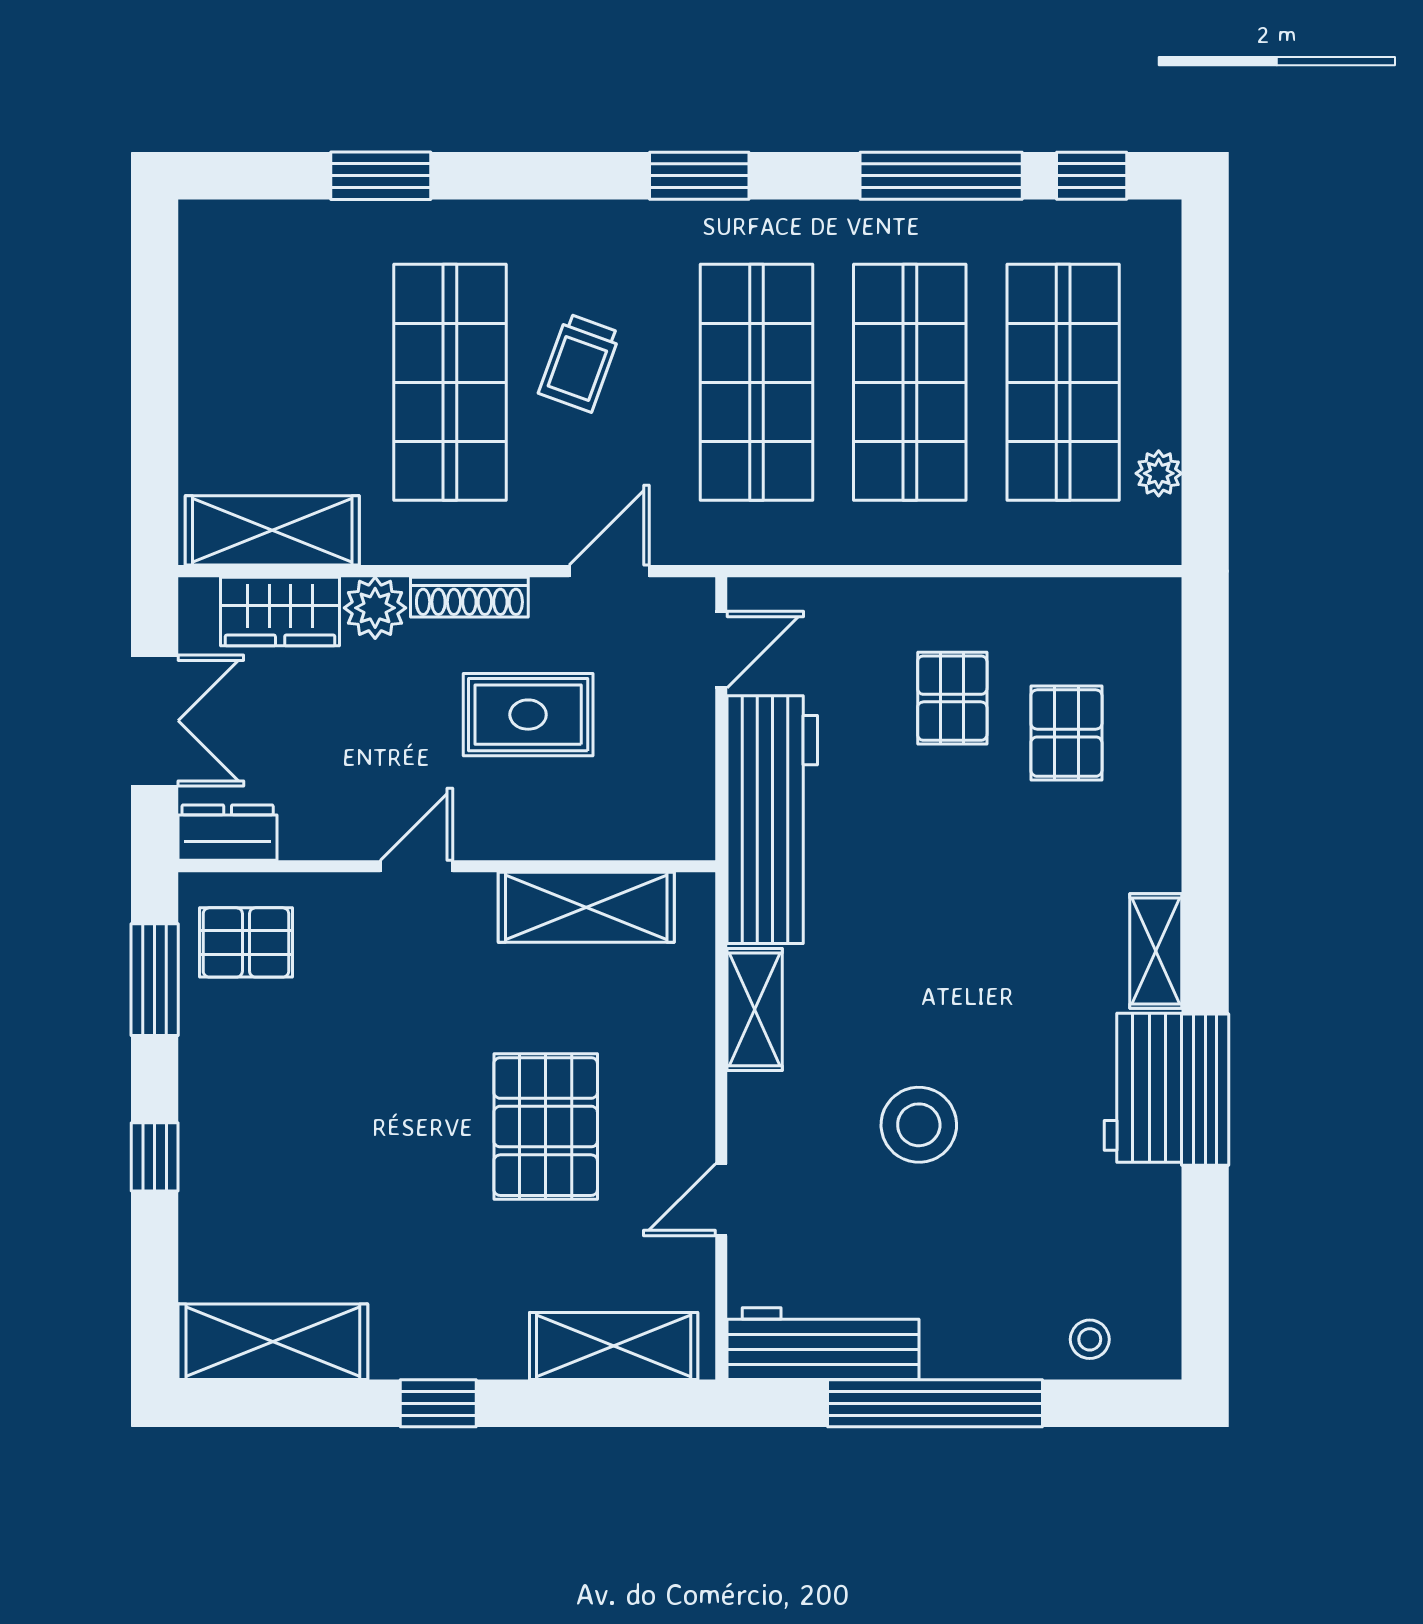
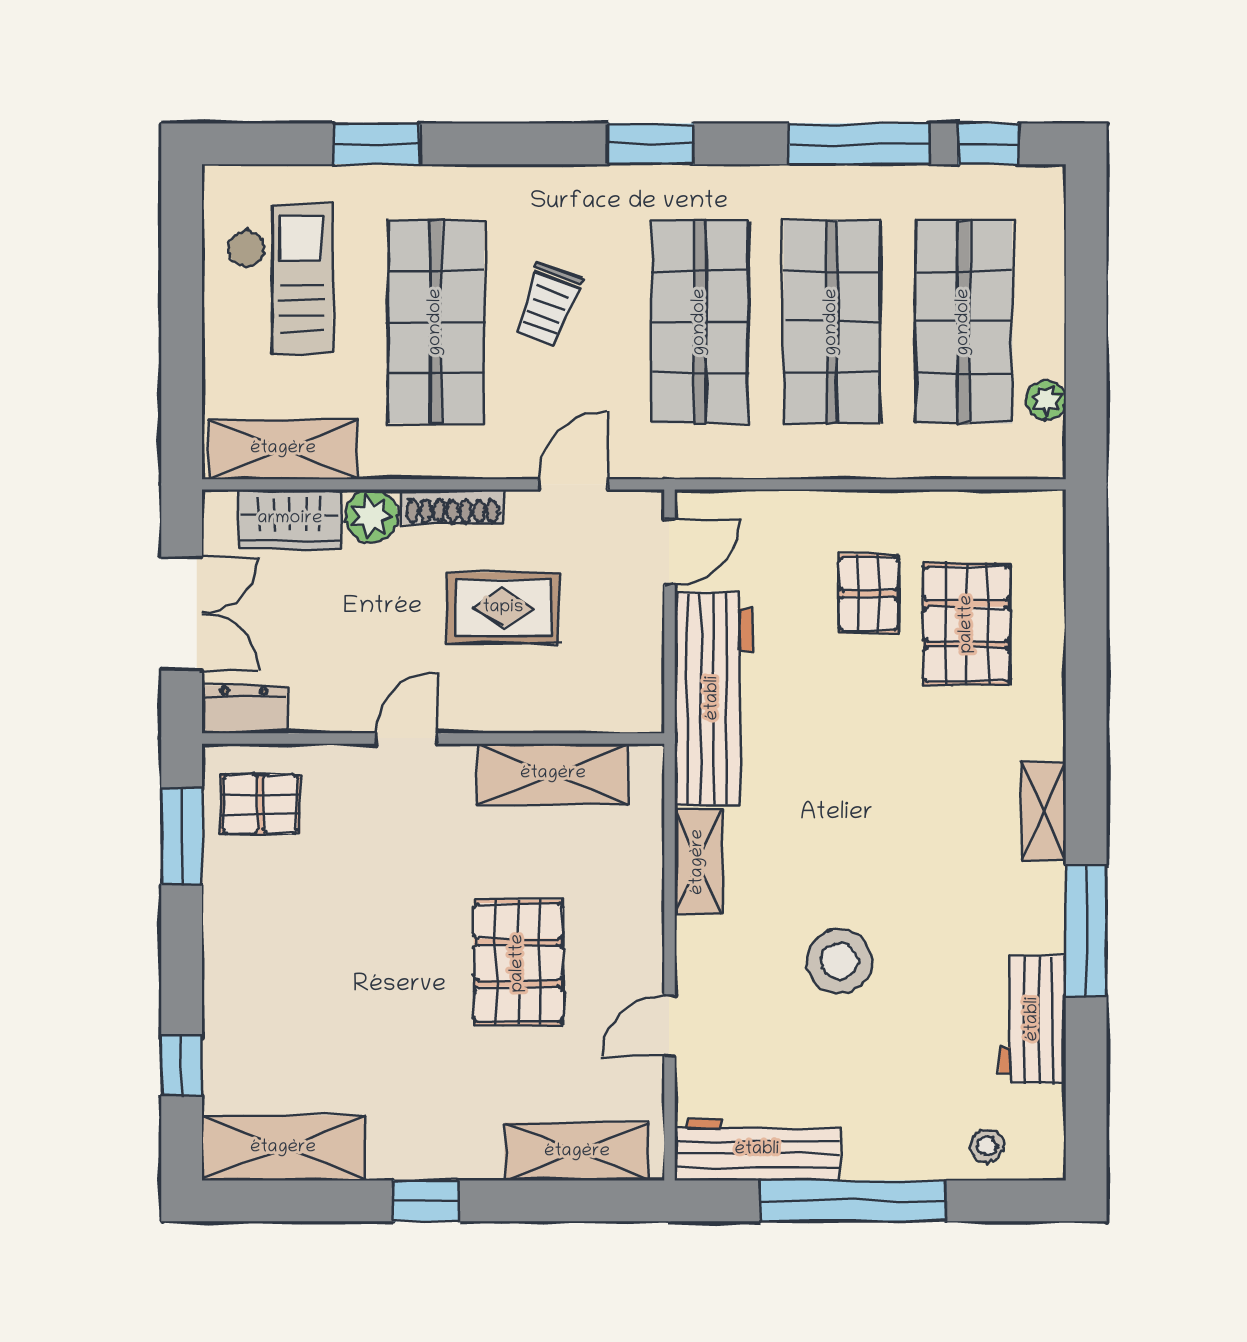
checkout: (269, 332) -> (280, 279), added
pallet: (1066, 733) -> (967, 624), width x1.50, depth x1.42
workbench: (1143, 1088) -> (1033, 1019), moved
window: (155, 1157) -> (182, 1065), moved

